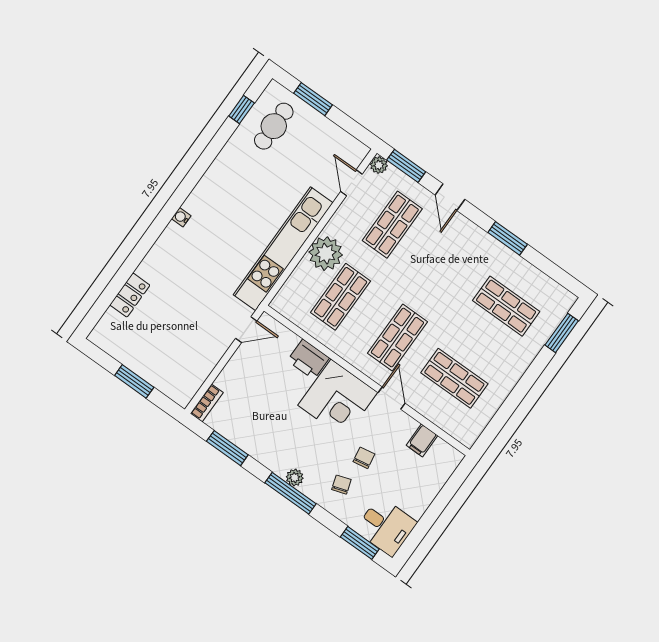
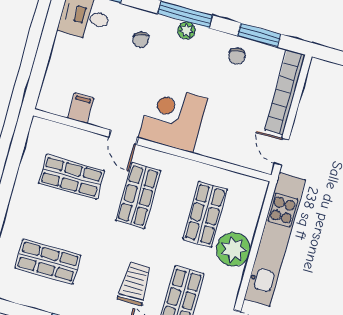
trolley: (431, 255) -> (135, 283), added
door: (246, 330) -> (282, 152), hinge flipped
printer: (308, 359) -> (214, 145), removed
bookcase: (207, 403) -> (285, 92), width x2.31, depth x1.31
chair: (364, 458) -> (237, 56), moved

